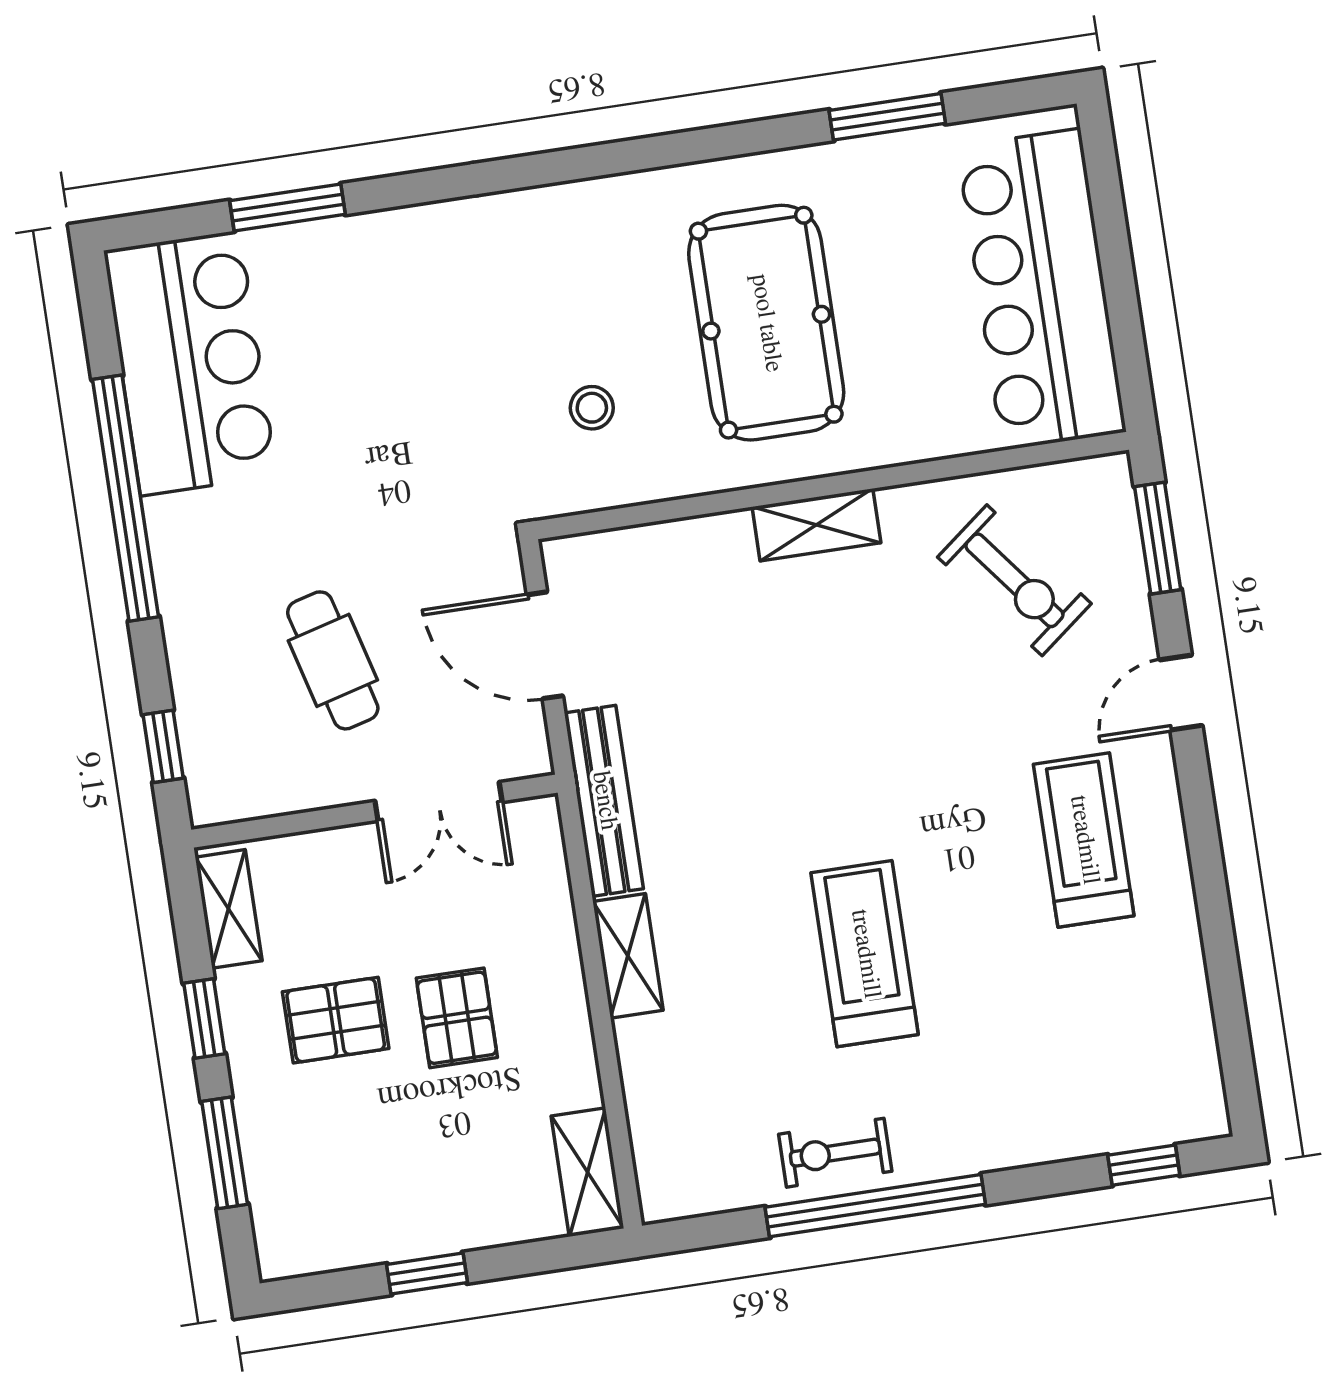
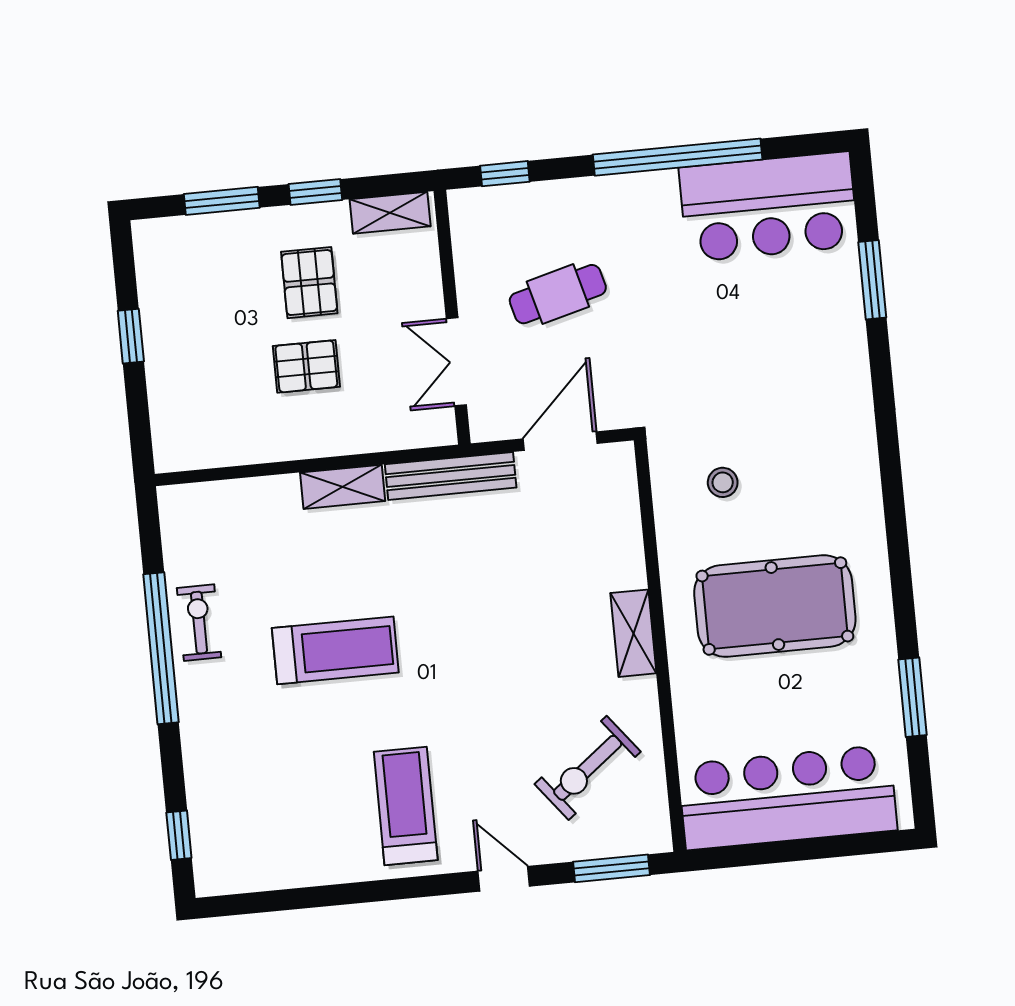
treadmill: (1084, 840) -> (406, 806), turned -90
shelving: (588, 1172) -> (195, 451), removed

